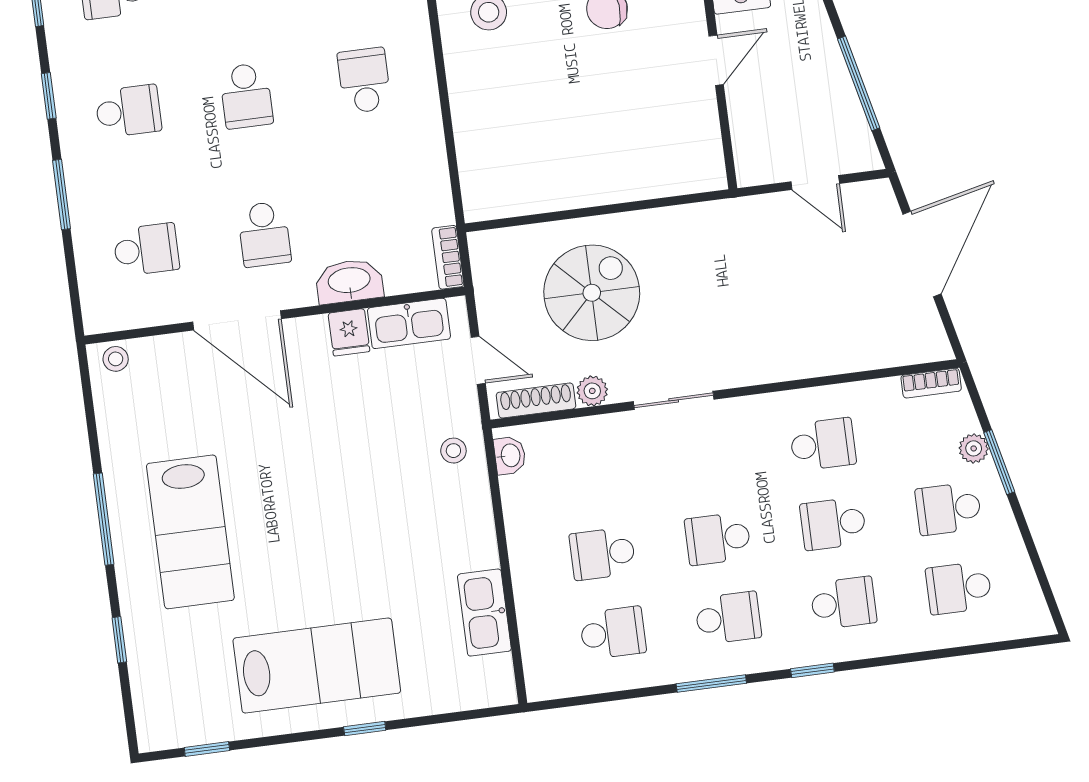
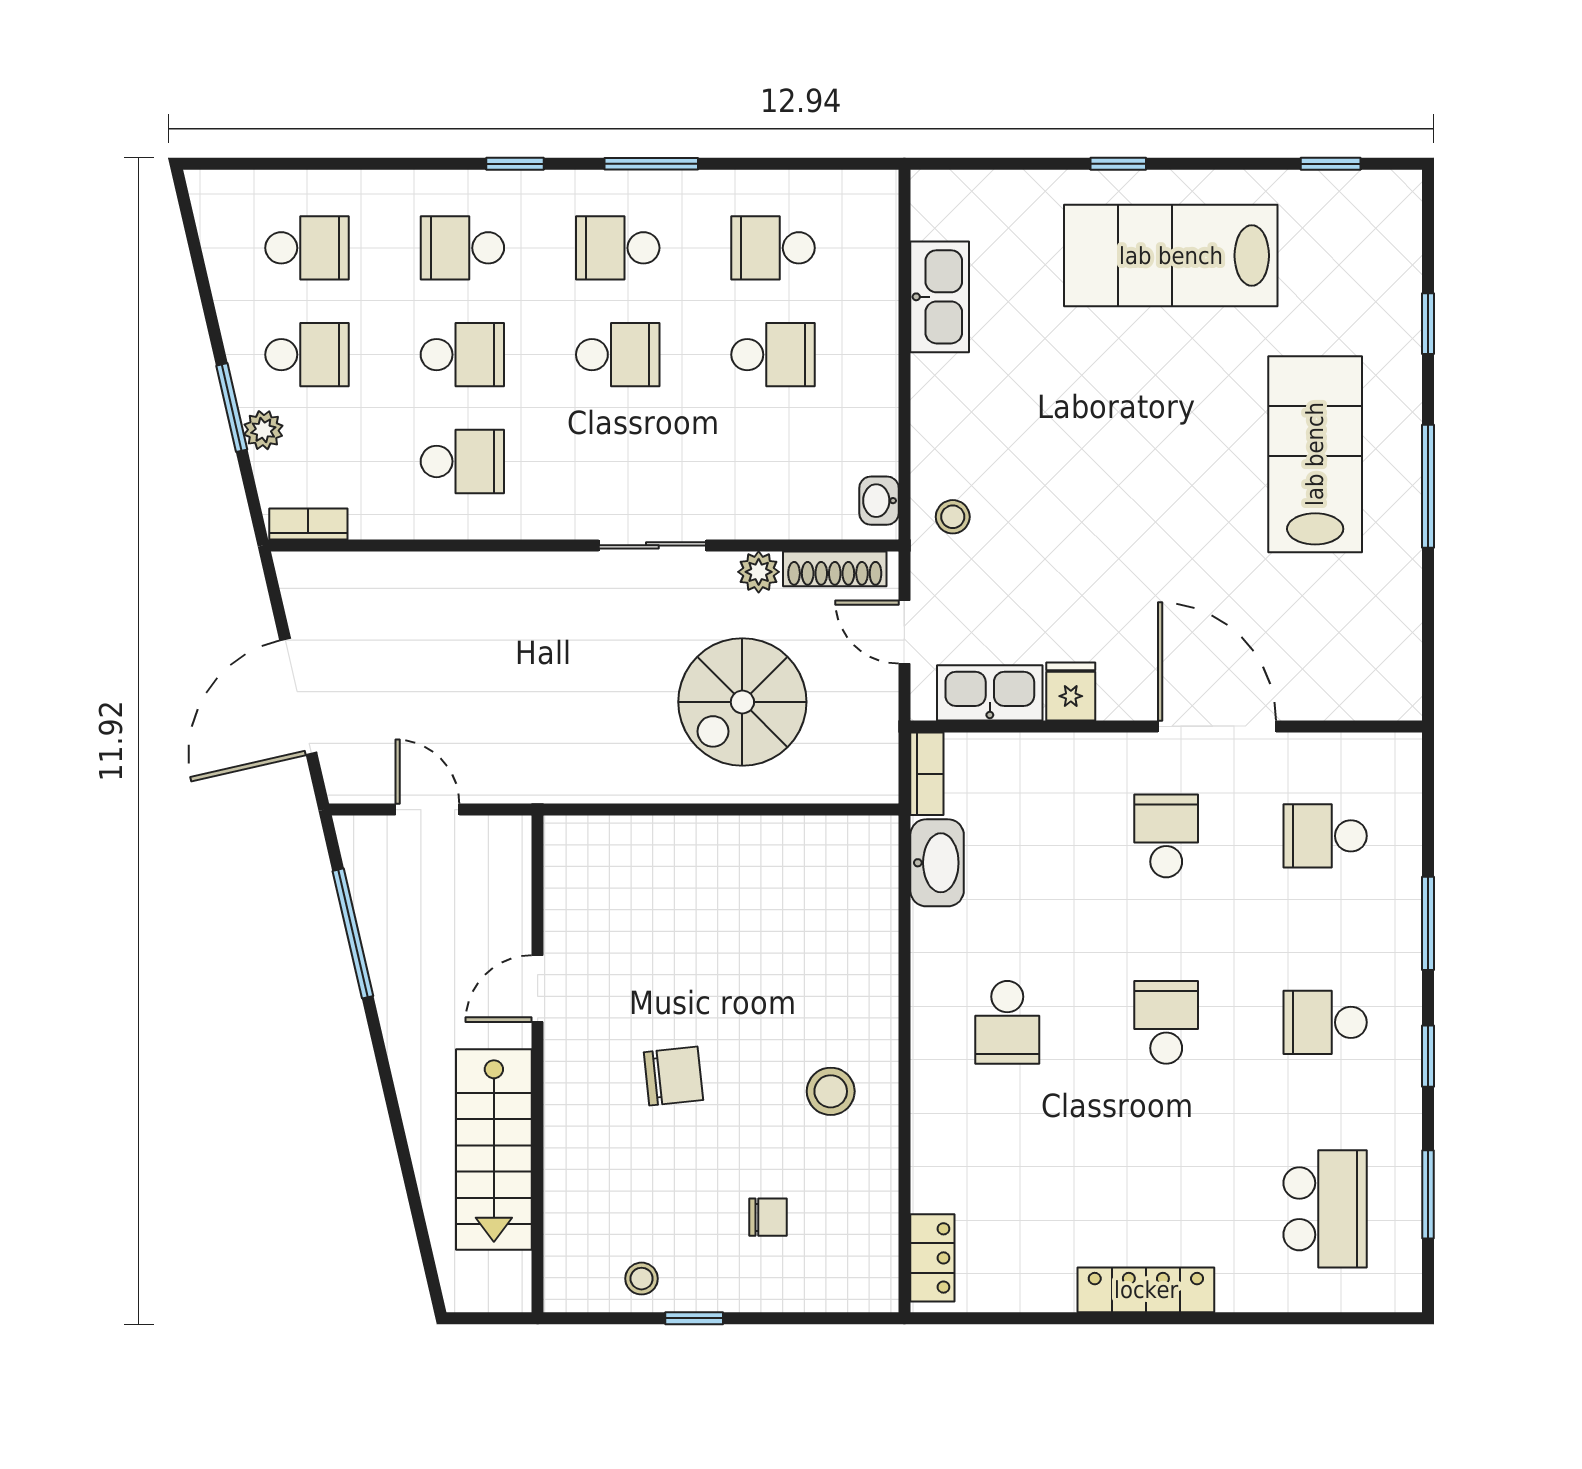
washbasin: (349, 281) -> (937, 863), moved, turned -90
stool: (116, 359) -> (1384, 696), removed
school desk: (823, 444) -> (462, 461), turned 180

